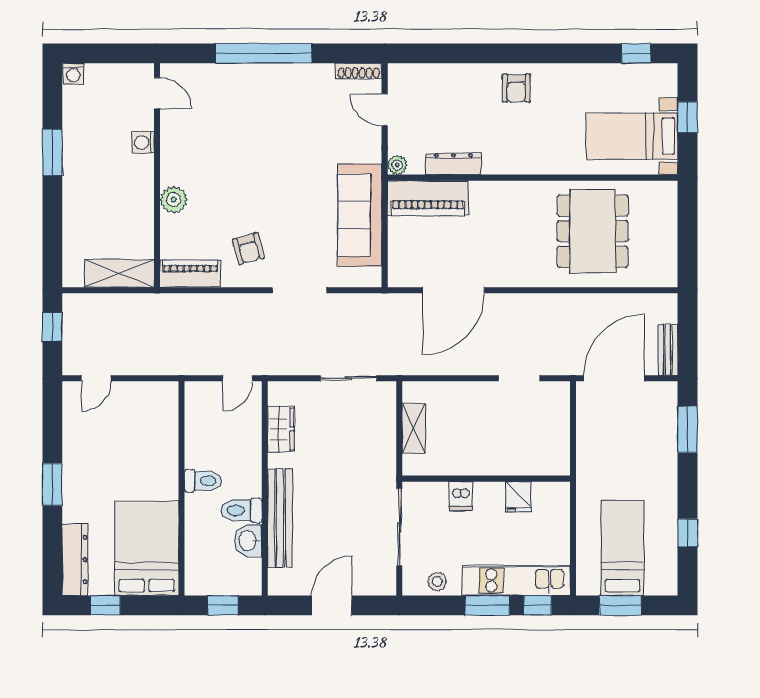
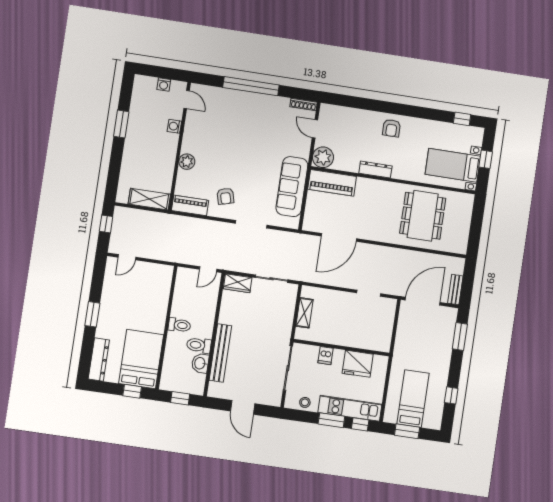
washing machine: (73, 74) -> (164, 85), moved
dresser: (454, 164) -> (375, 170), moved
plant: (397, 165) -> (323, 157), width x1.87, depth x1.87
wardrobe: (281, 429) -> (238, 283), moved, turned 90
fridge: (518, 497) -> (358, 364), width x1.88, depth x1.34
window: (105, 605) -> (132, 391), moved
door: (332, 605) -> (243, 407), swing flipped

